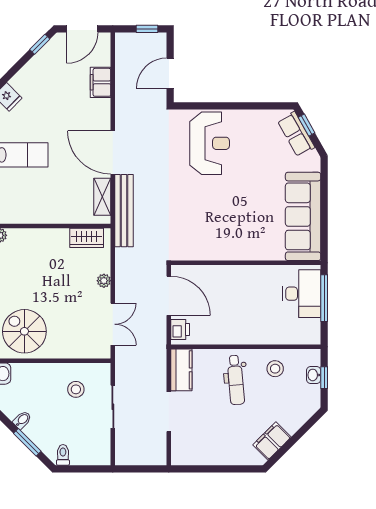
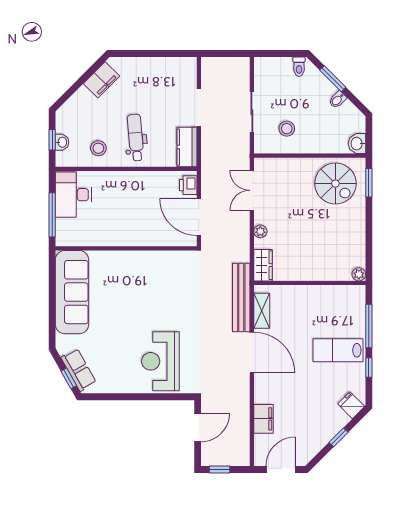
window: (40, 44) -> (338, 437), moved
wardrobe: (87, 238) -> (263, 265), moved, turned 90
desk: (302, 294) -> (73, 195), moved

